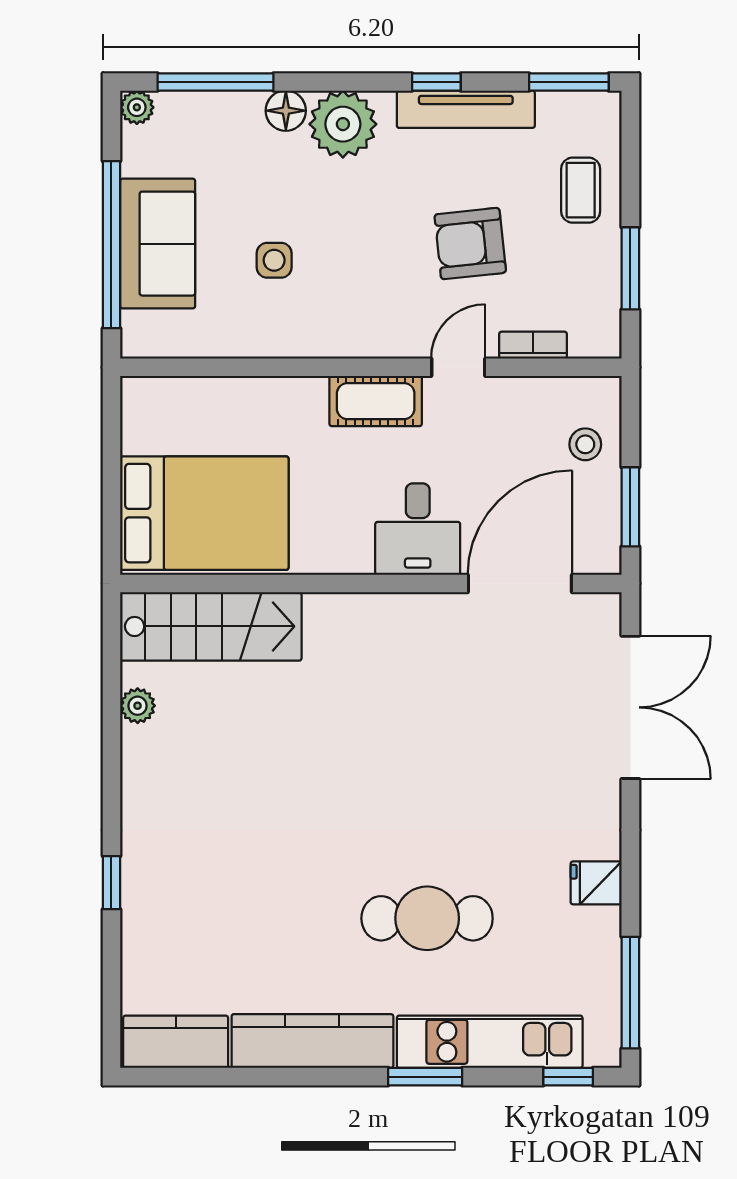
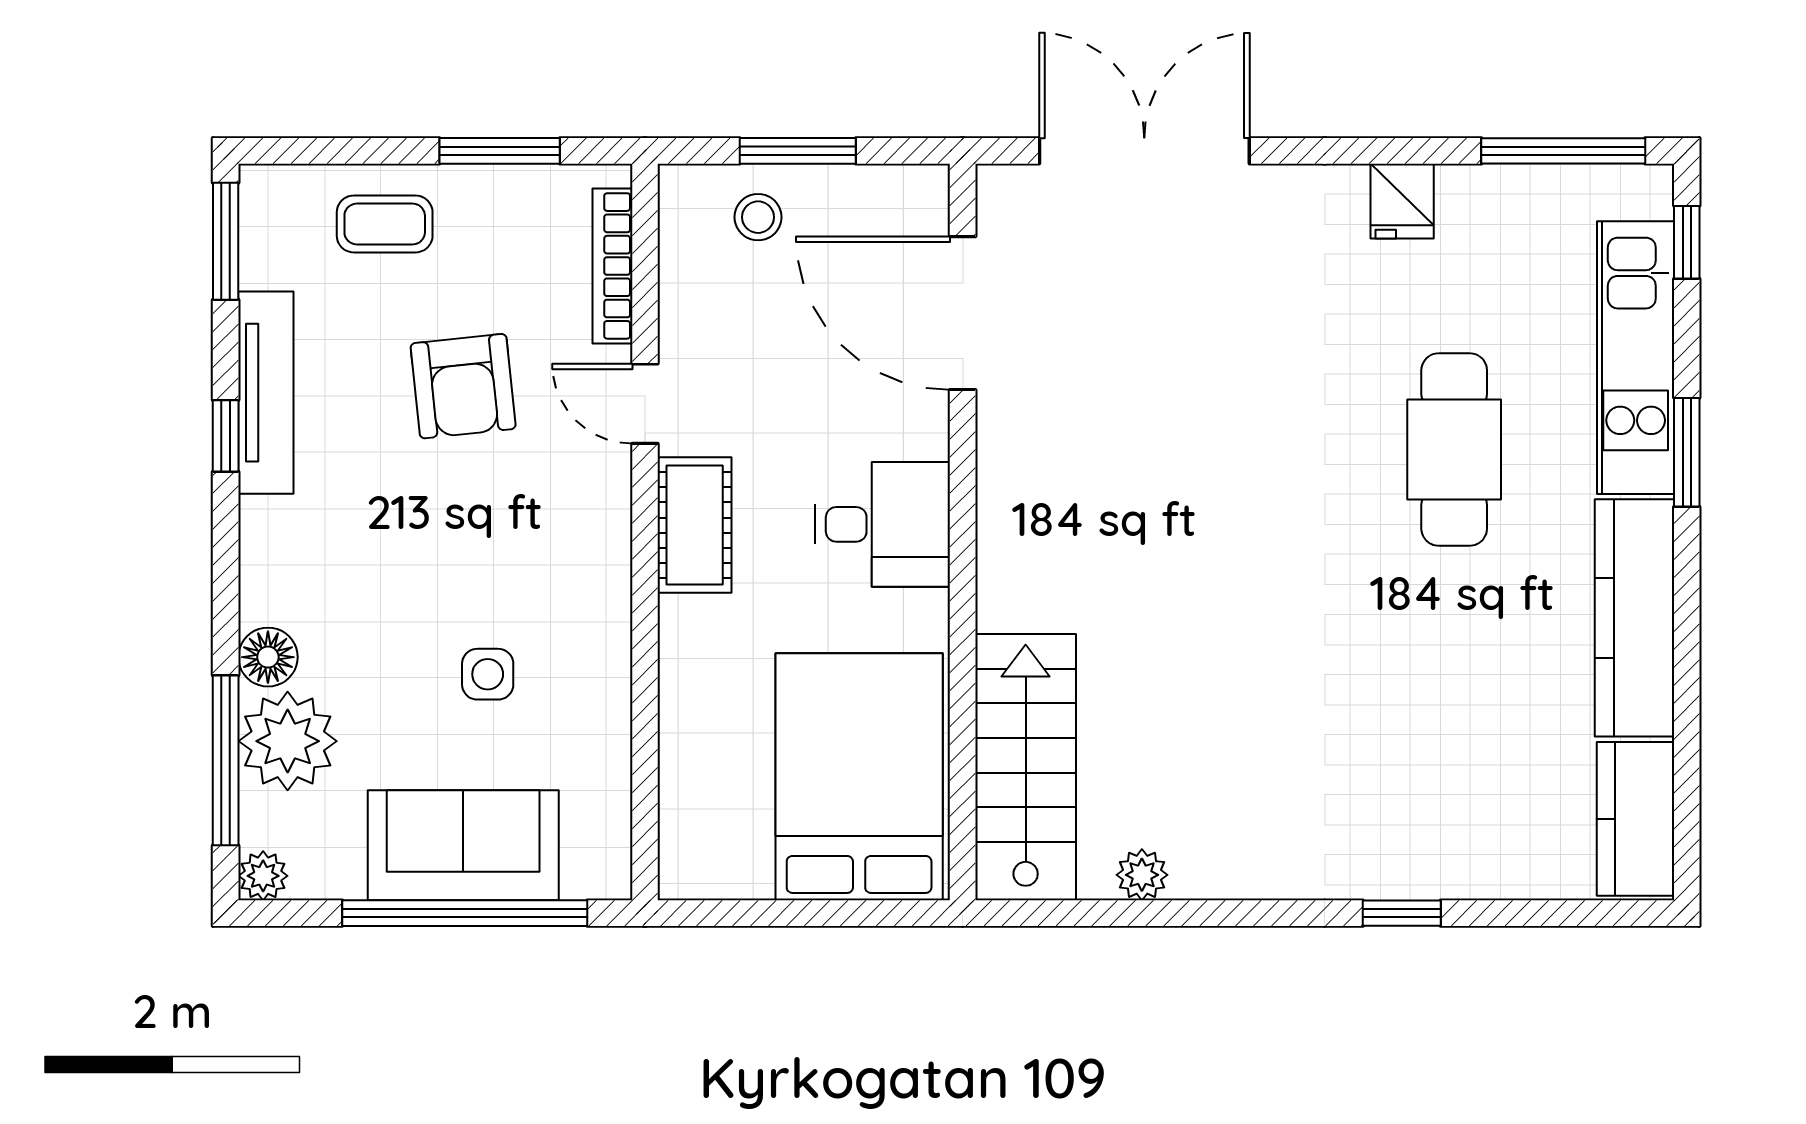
plant: (343, 124) -> (288, 741), moved
bookcase: (533, 345) -> (612, 266), width x1.56
window: (630, 507) -> (798, 151), moved
desk: (418, 529) -> (883, 524), moved

